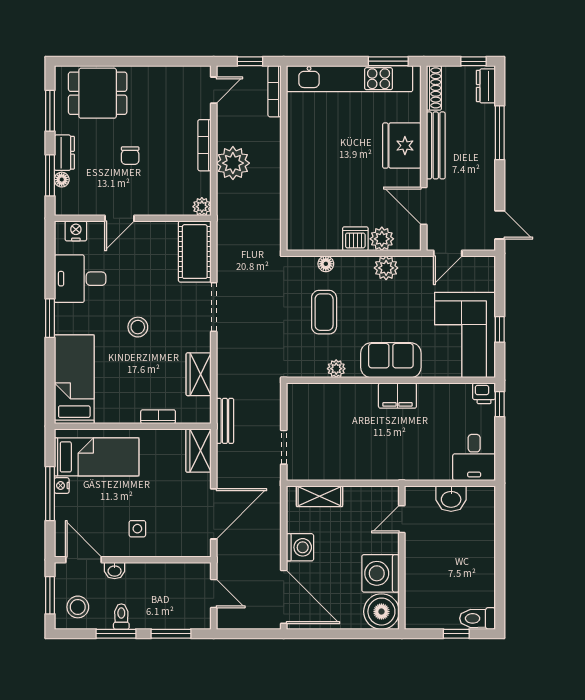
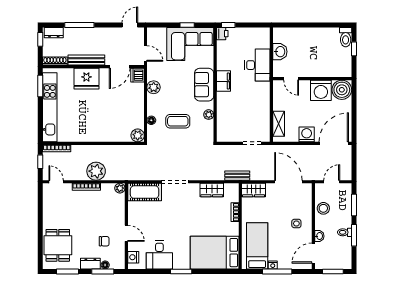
chair: (130, 156) -> (104, 241), moved
dishwasher: (355, 239) -> (138, 75), moved
plant: (382, 239) -> (138, 135), moved
stool: (138, 327) -> (186, 223), removed
bed: (74, 379) -> (215, 253), width x1.50
desk: (474, 457) -> (257, 65), moved, width x1.37
stool: (78, 607) -> (323, 208), moved

